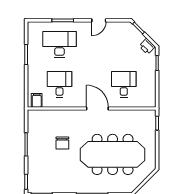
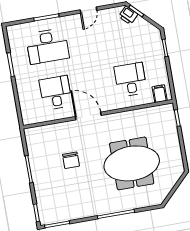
desk: (59, 44) -> (47, 46), turned 180
printer: (147, 46) -> (128, 15), moved
filing cabinet: (37, 100) -> (160, 94), moved
door: (97, 109) -> (88, 116), moved
meeting table: (113, 154) -> (132, 163), width x0.73

